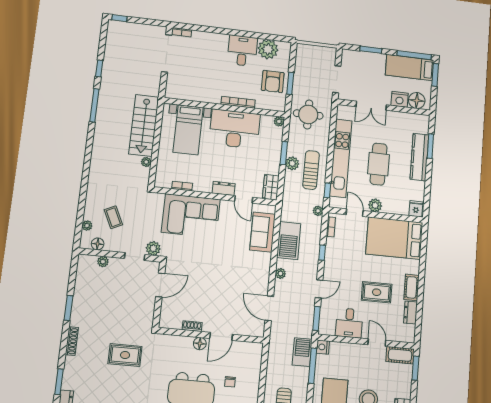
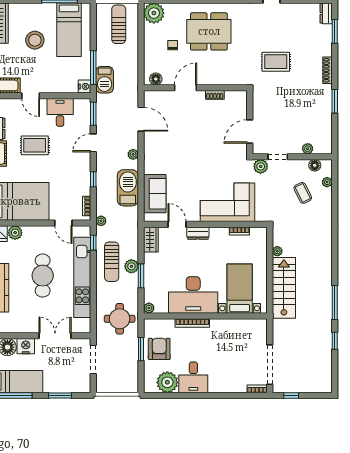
window: (119, 18) -> (291, 396), moved
plant: (375, 205) -> (15, 233), moved
floor lamp: (200, 344) -> (156, 79), moved

